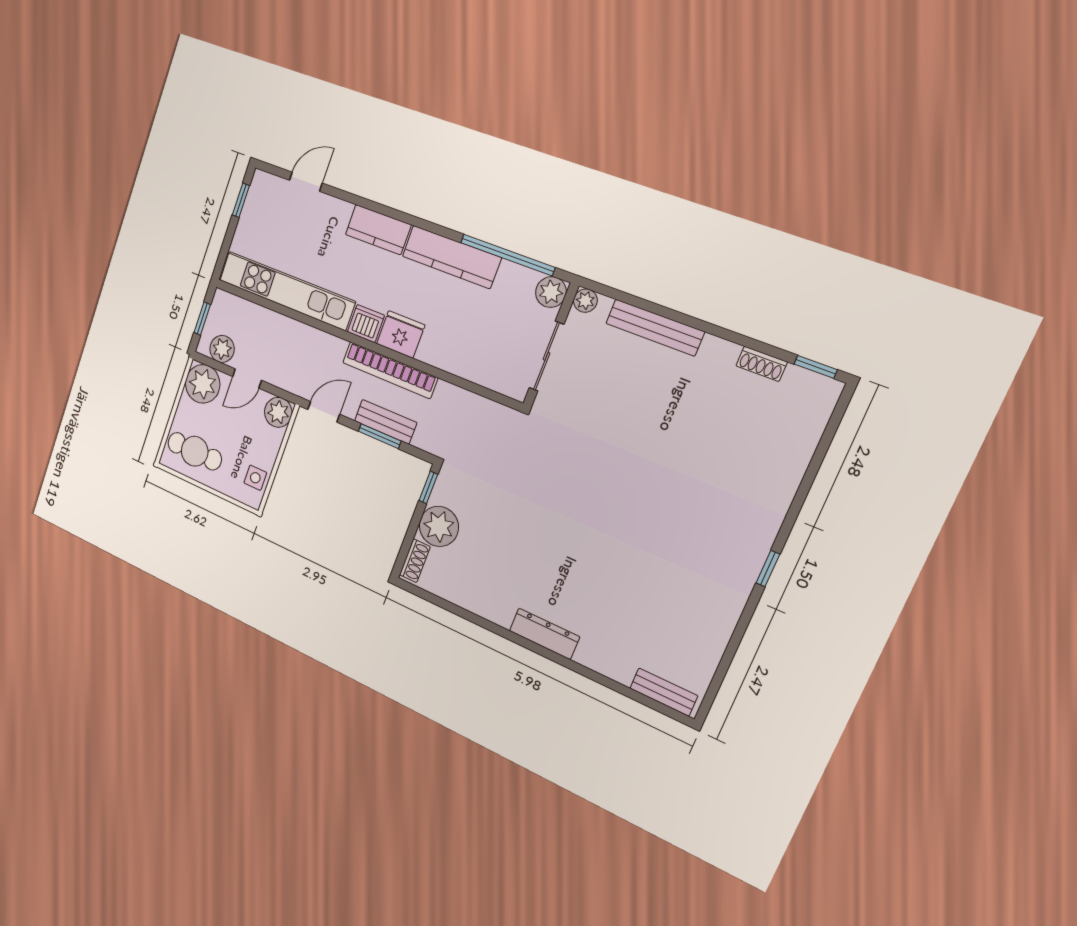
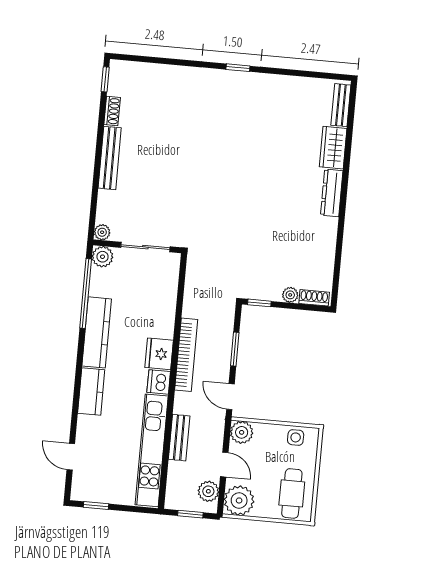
bench: (655, 328) -> (110, 158), moved
bench: (386, 422) -> (179, 438), moved
plant: (439, 526) -> (290, 295), width x0.53, depth x0.53
wardrobe: (606, 659) -> (333, 148), added

